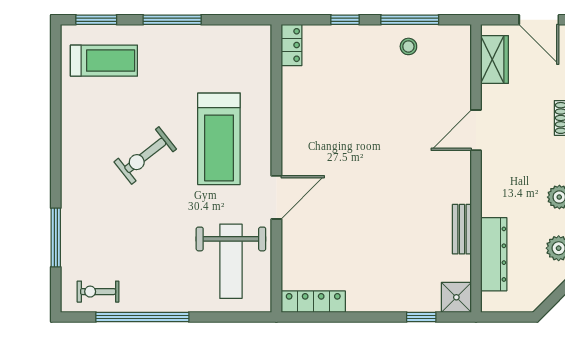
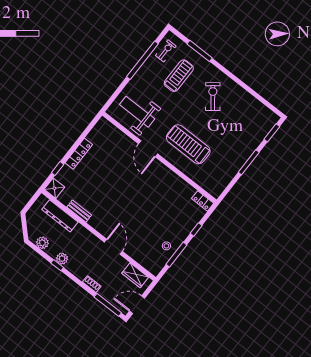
treadmill: (104, 61) -> (179, 76), moved, turned 180
exercise bike: (145, 155) -> (213, 97), moved
locker: (313, 302) -> (79, 154), moved

